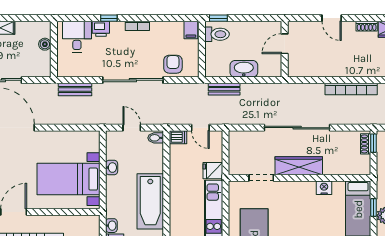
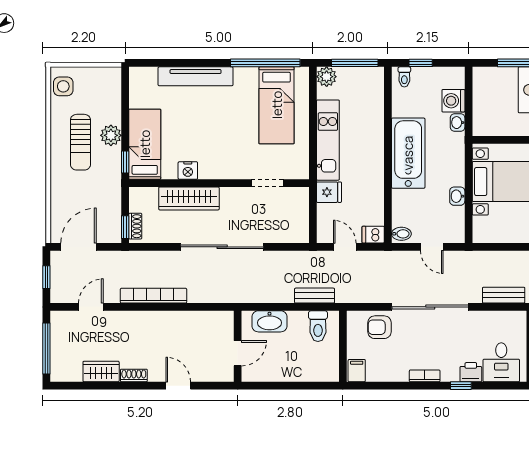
window: (218, 18) -> (322, 386), removed
toilet: (217, 34) -> (318, 326), moved, turned -90
armchair: (173, 64) -> (379, 327), turned 90
washbasin: (244, 69) -> (270, 321), moved
wardrobe: (299, 166) -> (189, 198), moved
window: (373, 207) -> (125, 162), moved

